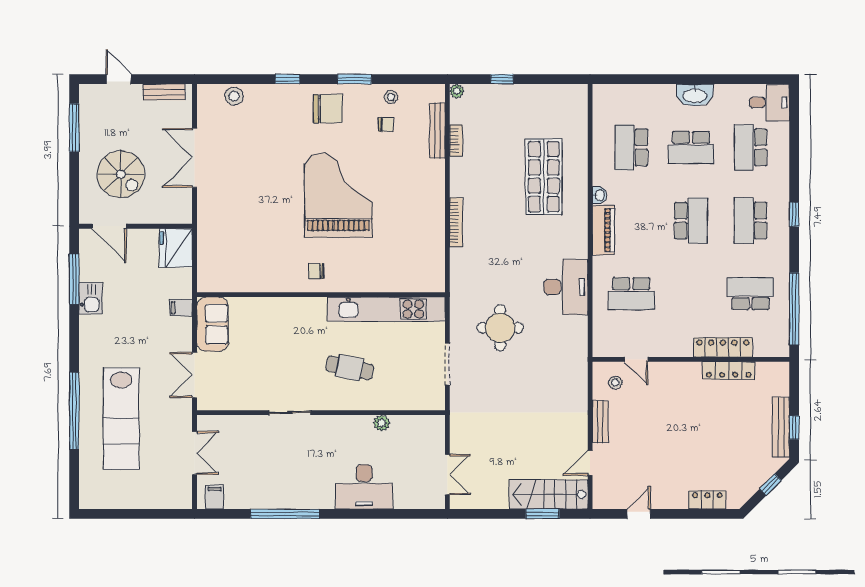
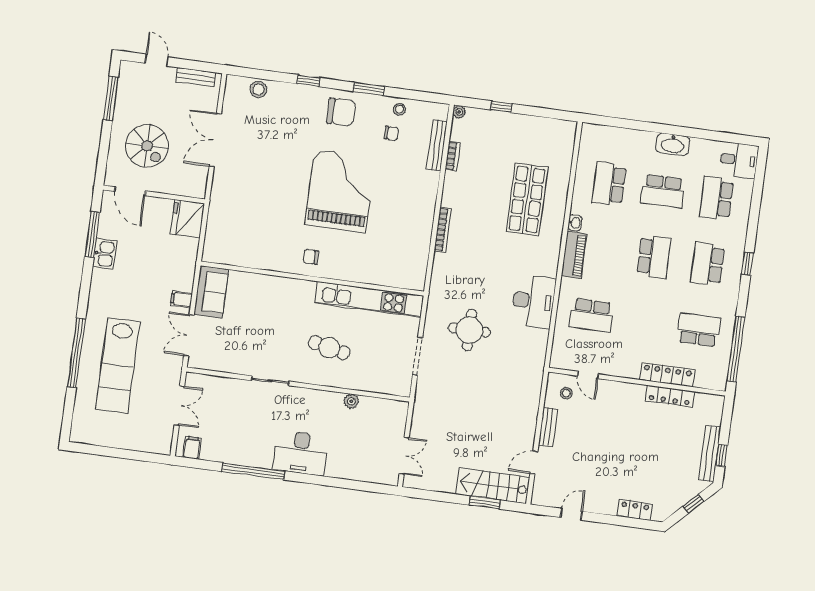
filing cabinet: (181, 308) -> (181, 299), moved
desk: (364, 487) -> (300, 453), moved

